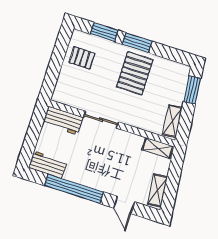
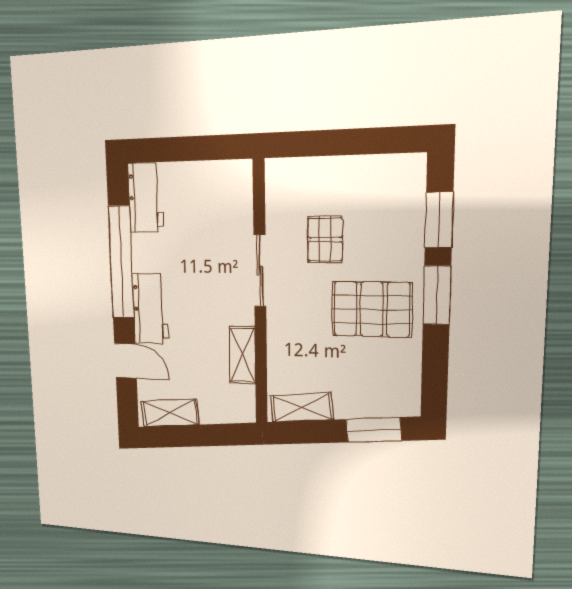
pallet: (82, 58) -> (325, 239), moved
workbench: (63, 120) -> (150, 309), moved, turned 180
shelving: (158, 148) -> (243, 355), moved
door: (124, 205) -> (125, 361), swing flipped

